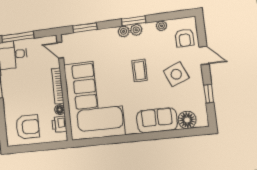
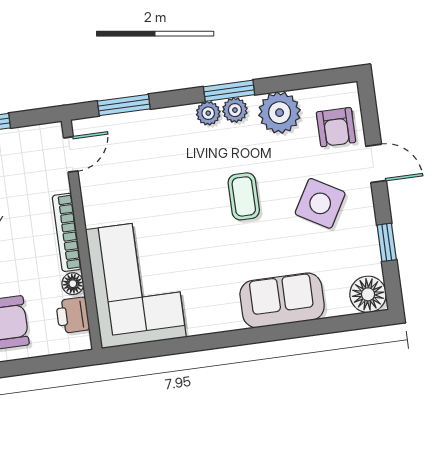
plant: (161, 26) -> (280, 113), width x1.88, depth x1.88
door: (60, 50) -> (71, 154), swing flipped
side table: (176, 74) -> (320, 203), turned -38
corner sofa: (94, 99) -> (136, 283), width x0.73, depth x0.74
floor lamp: (187, 120) -> (368, 294), moved

